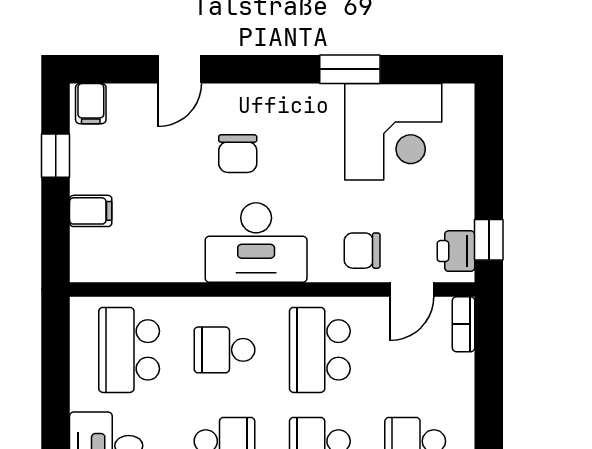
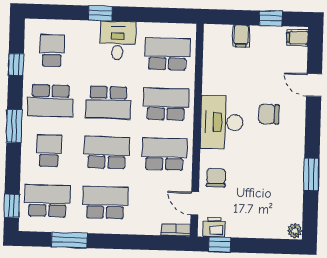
plant: (458, 98) -> (295, 231), added
corner desk: (393, 132) -> (278, 196), removed
school desk: (224, 350) -> (166, 104), width x1.85

